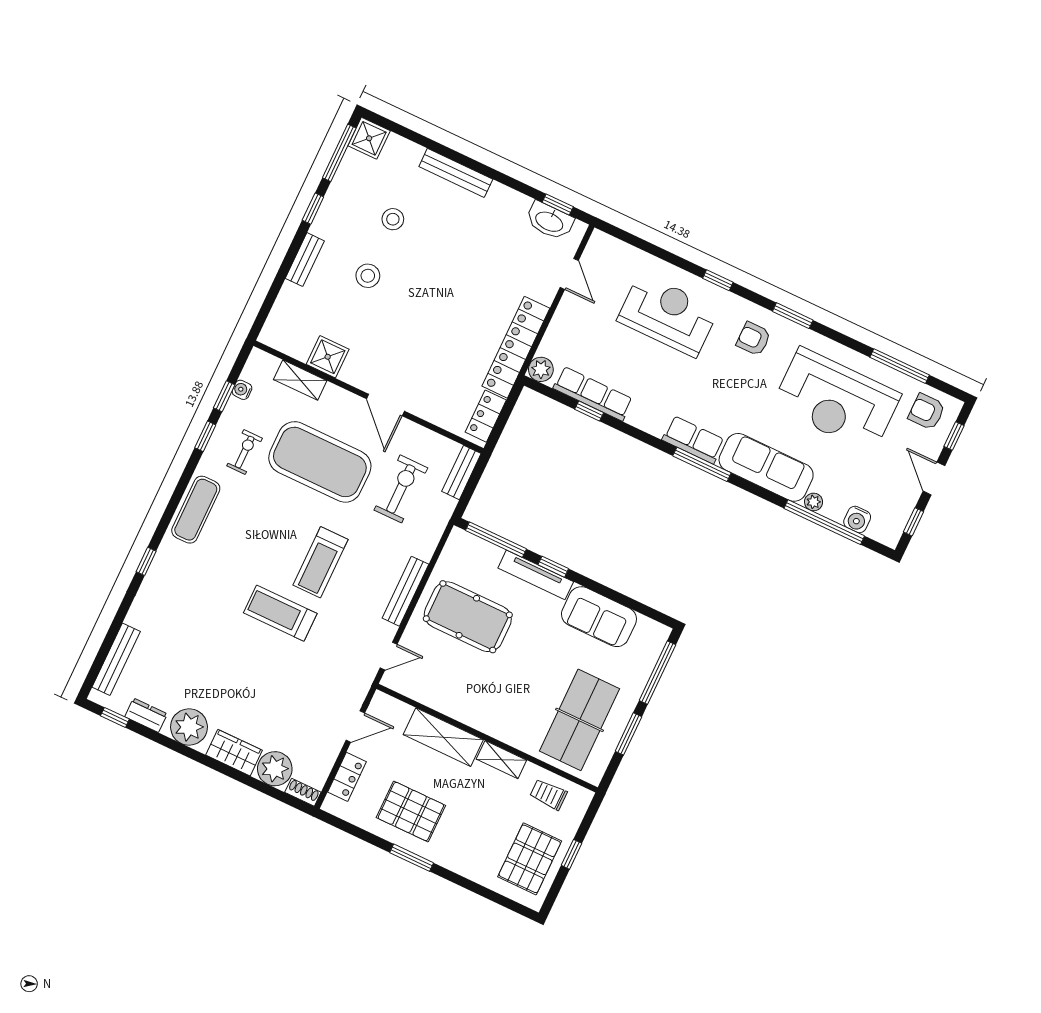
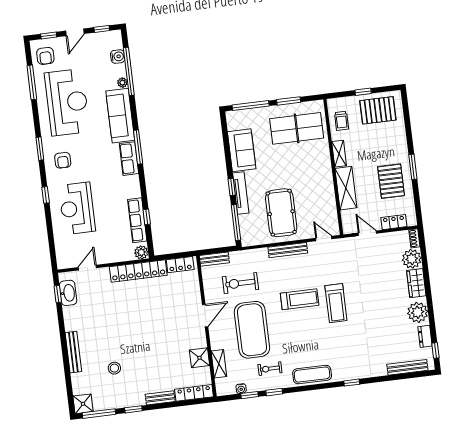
stool: (368, 276) -> (149, 363), removed
locker: (280, 315) -> (194, 393), added

